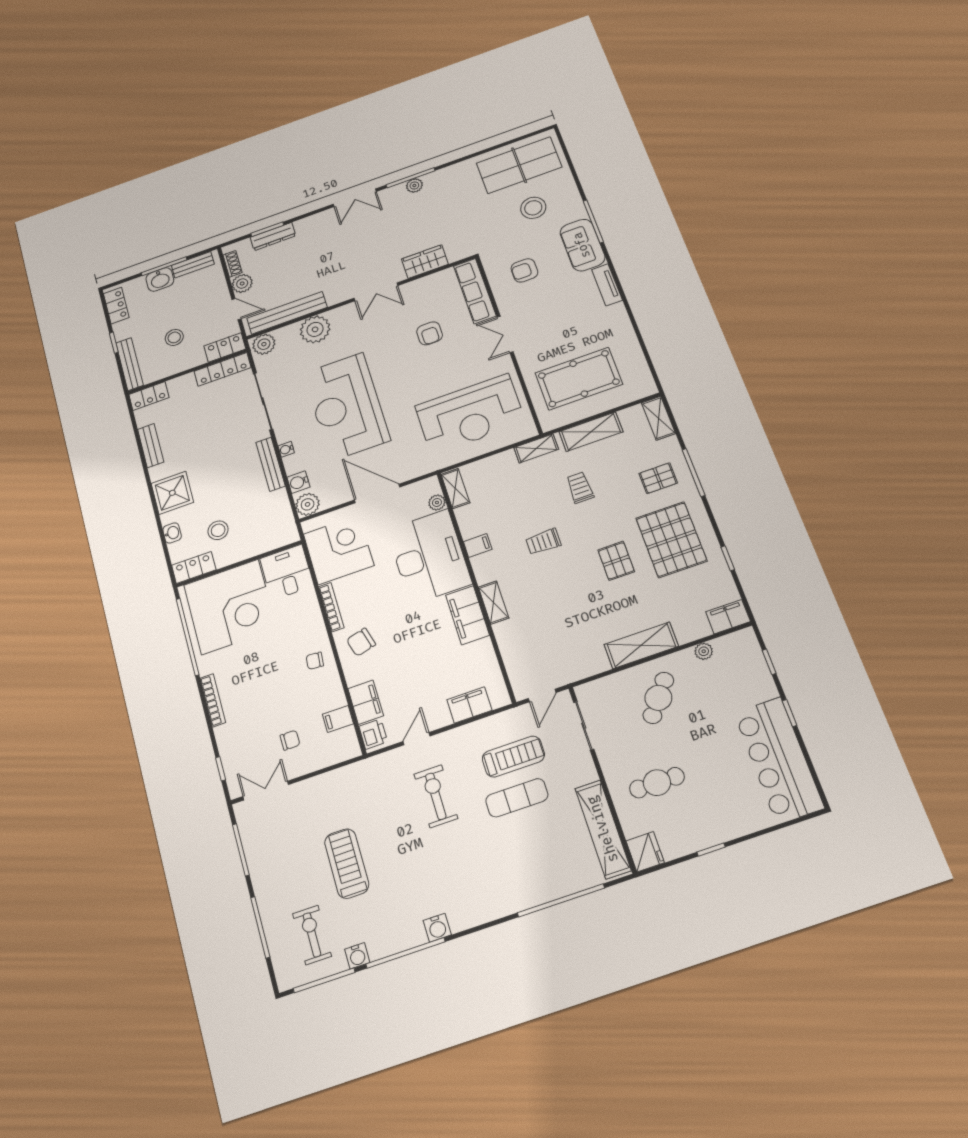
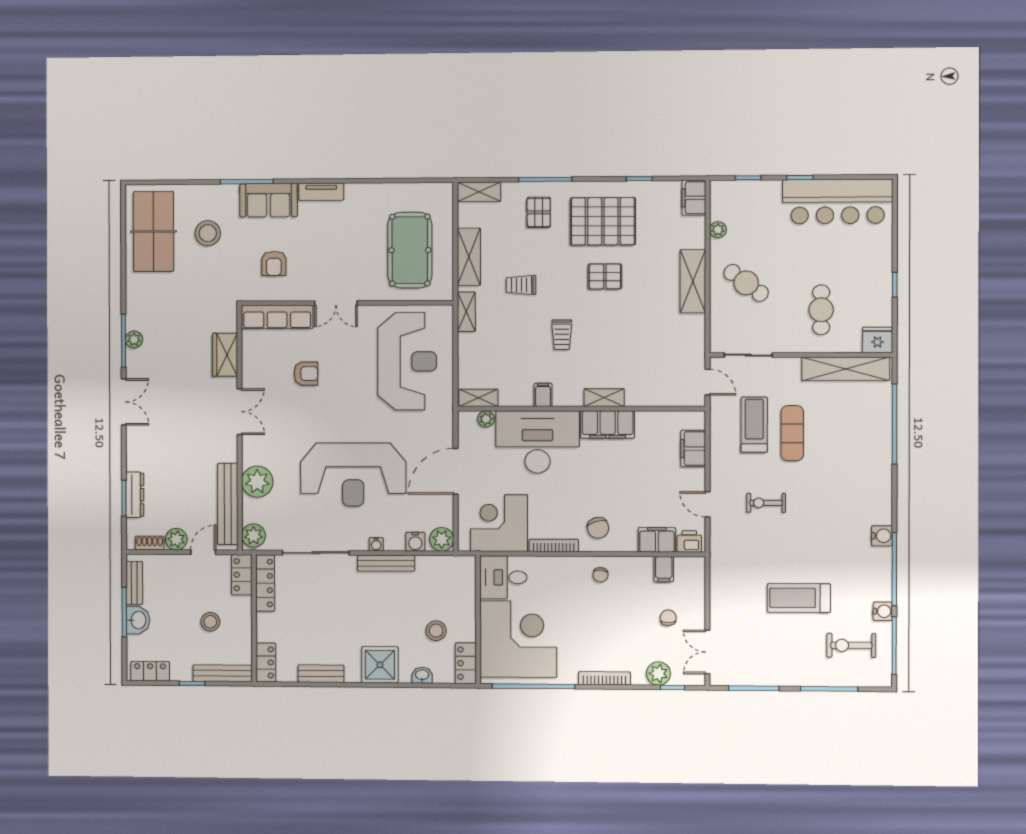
plant: (231, 750) -> (658, 674), added
exercise bike: (436, 796) -> (766, 503), width x0.73, depth x0.72

